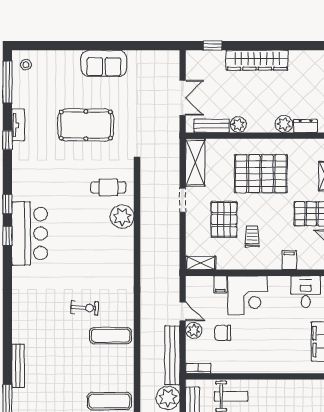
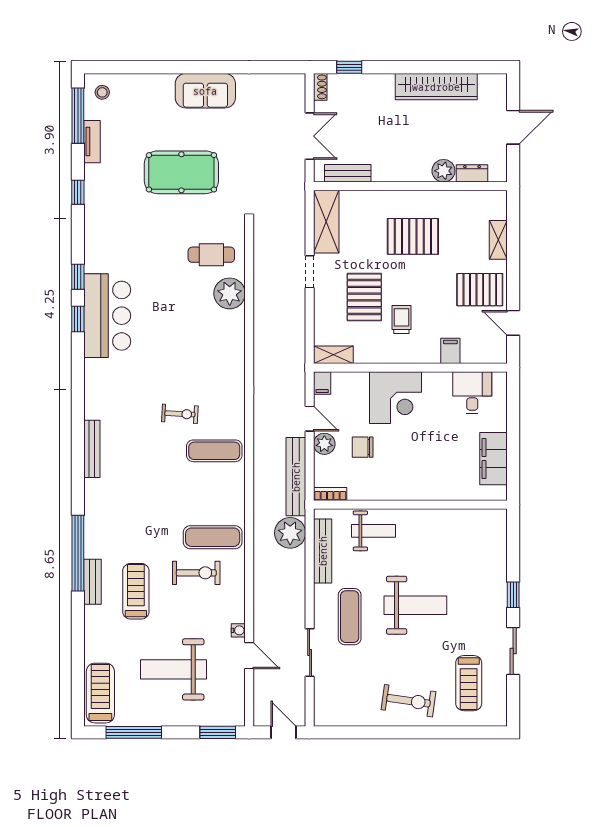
shoe rack: (191, 60) -> (320, 87), added
wardrobe: (257, 60) -> (436, 87), moved
tv unit: (18, 125) -> (92, 142), moved
plant: (238, 125) -> (383, 172), removed
pallet: (261, 174) -> (413, 236), width x0.73, depth x0.71
filing cabinet: (220, 284) -> (322, 383), moved
bench: (18, 366) -> (92, 449), moved

